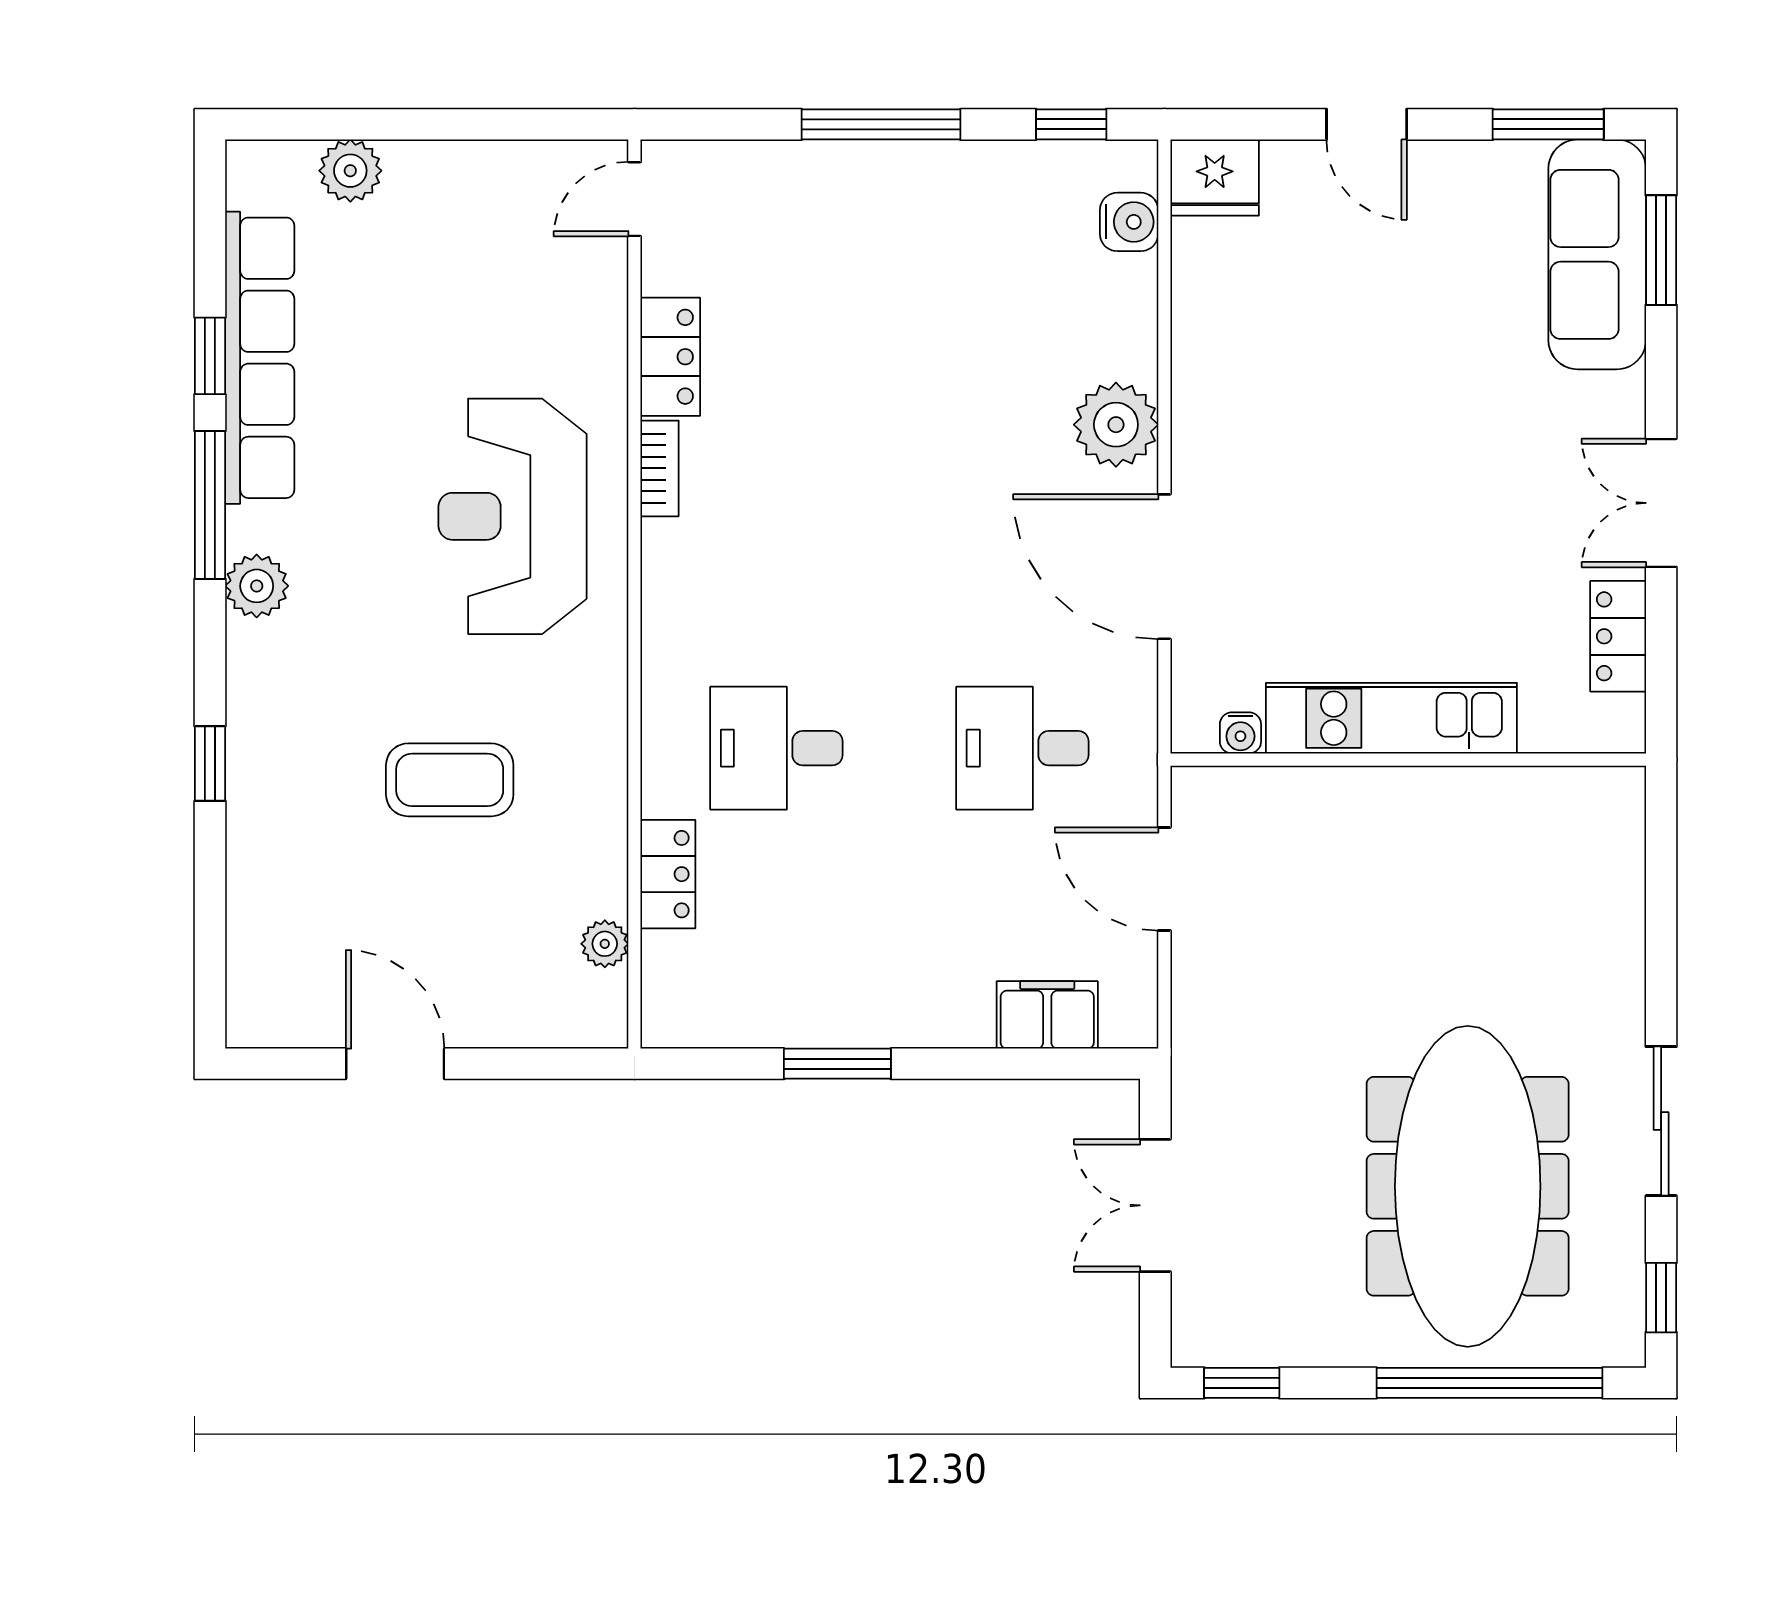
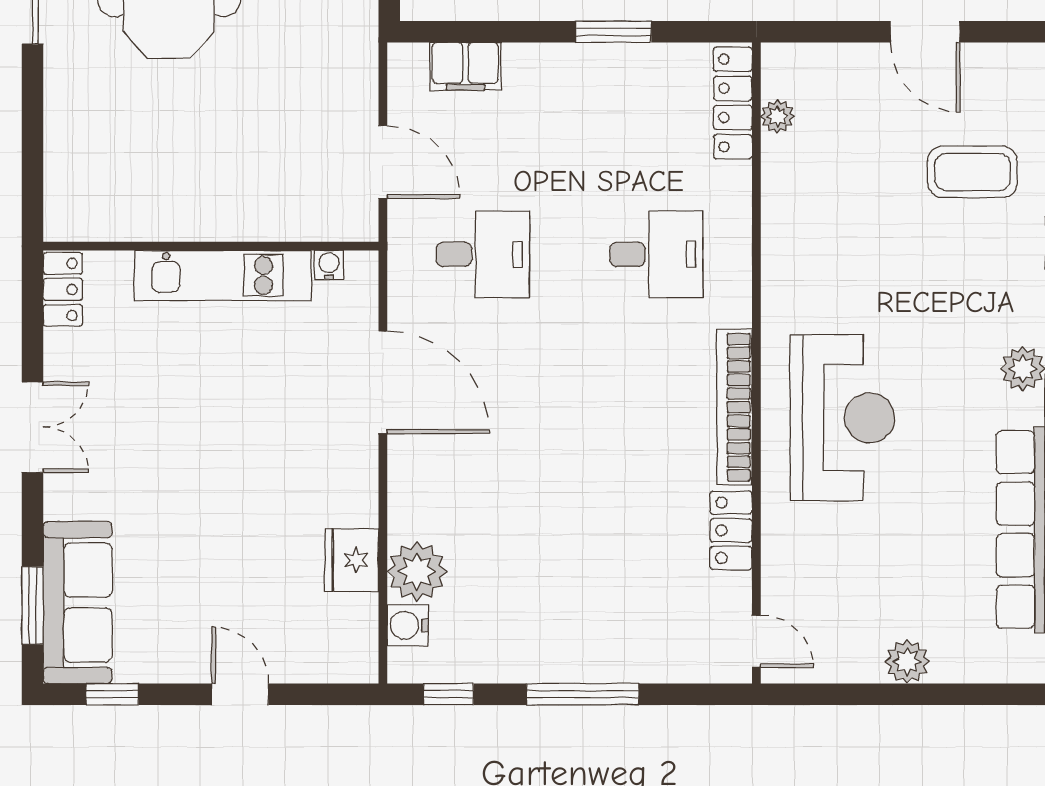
window: (1548, 124) -> (112, 694), width x0.67
plant: (350, 171) -> (907, 661), moved
fridge: (1215, 178) -> (352, 560), moved, turned -90
door: (634, 199) -> (756, 641), hinge flipped
plant: (1116, 425) -> (417, 572), moved
bookcase: (660, 468) -> (734, 407), width x2.31, depth x1.31
locker: (1618, 636) -> (63, 289), moved
coffee table: (450, 780) -> (972, 172), moved
locker: (668, 874) -> (733, 103), moved, width x1.53

